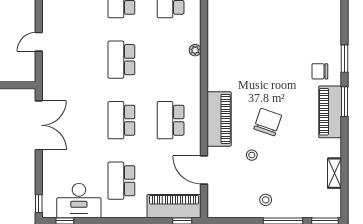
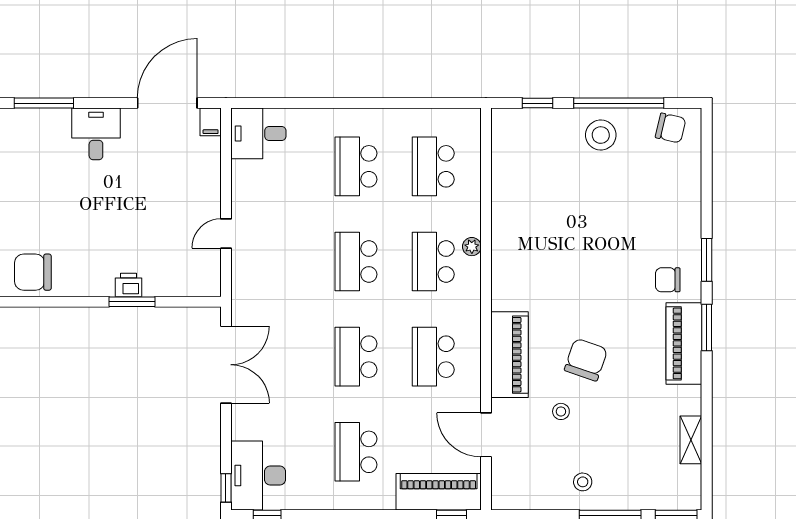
school desk: (171, 60) -> (433, 261), added
desk: (79, 201) -> (258, 476), moved, turned 90

